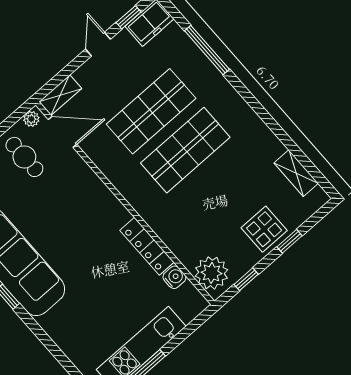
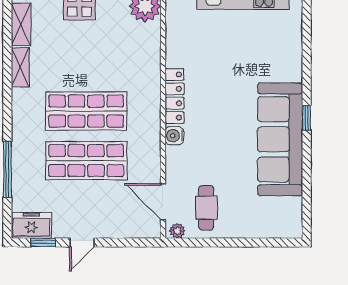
shelving: (60, 95) -> (20, 67), moved, turned 90
locker: (147, 246) -> (175, 96), moved
water cooler: (174, 277) -> (174, 136), moved

